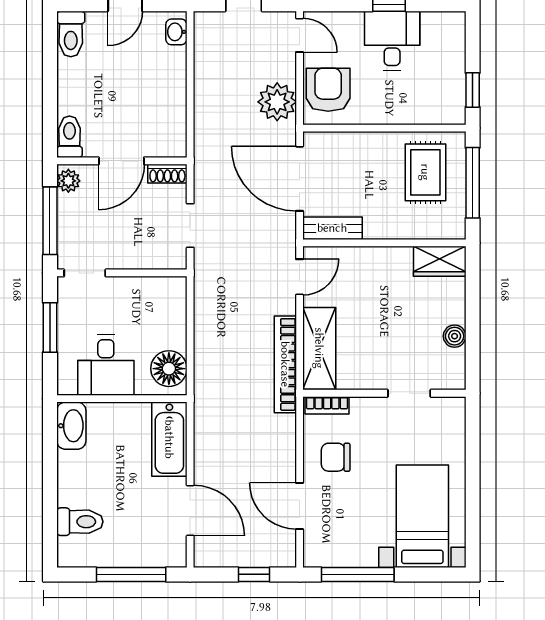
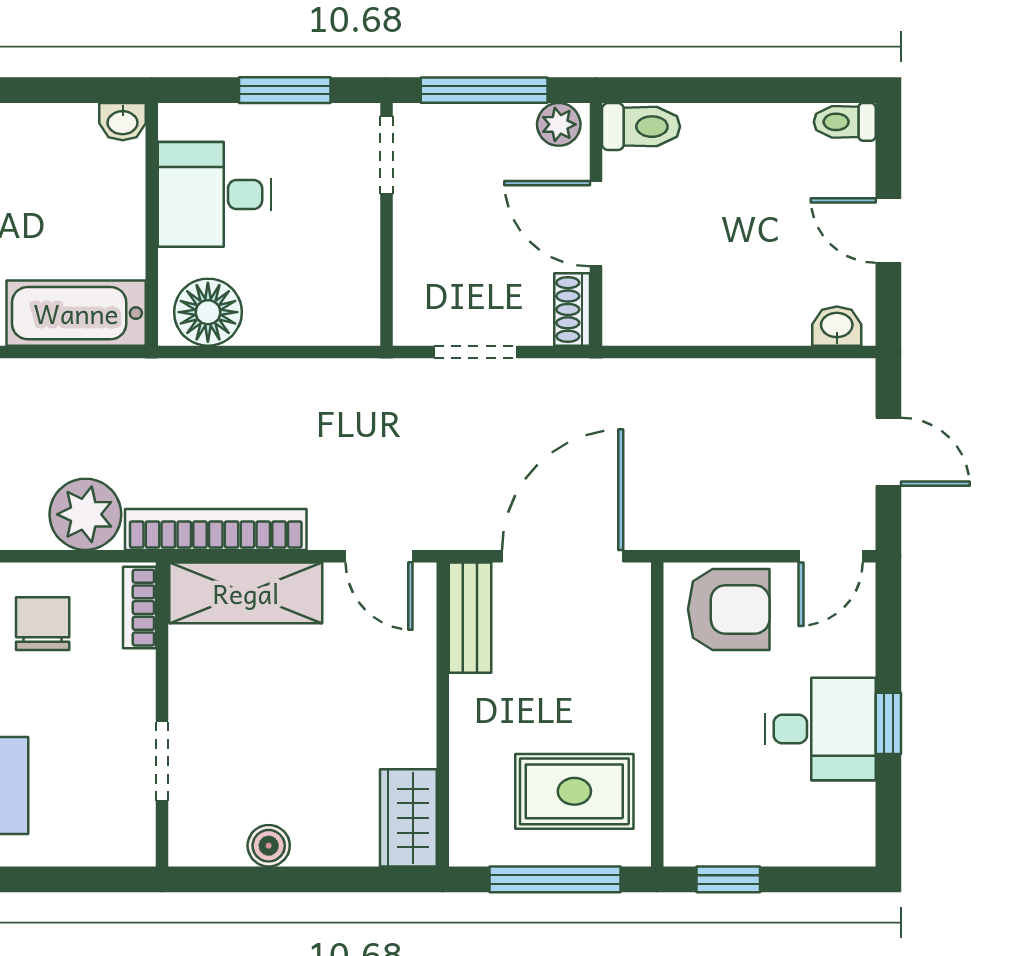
toilet: (71, 34) -> (845, 122), width x0.73, depth x0.72
plant: (277, 102) -> (85, 514), moved
washbasin: (71, 426) -> (123, 122), width x0.52, depth x0.69

